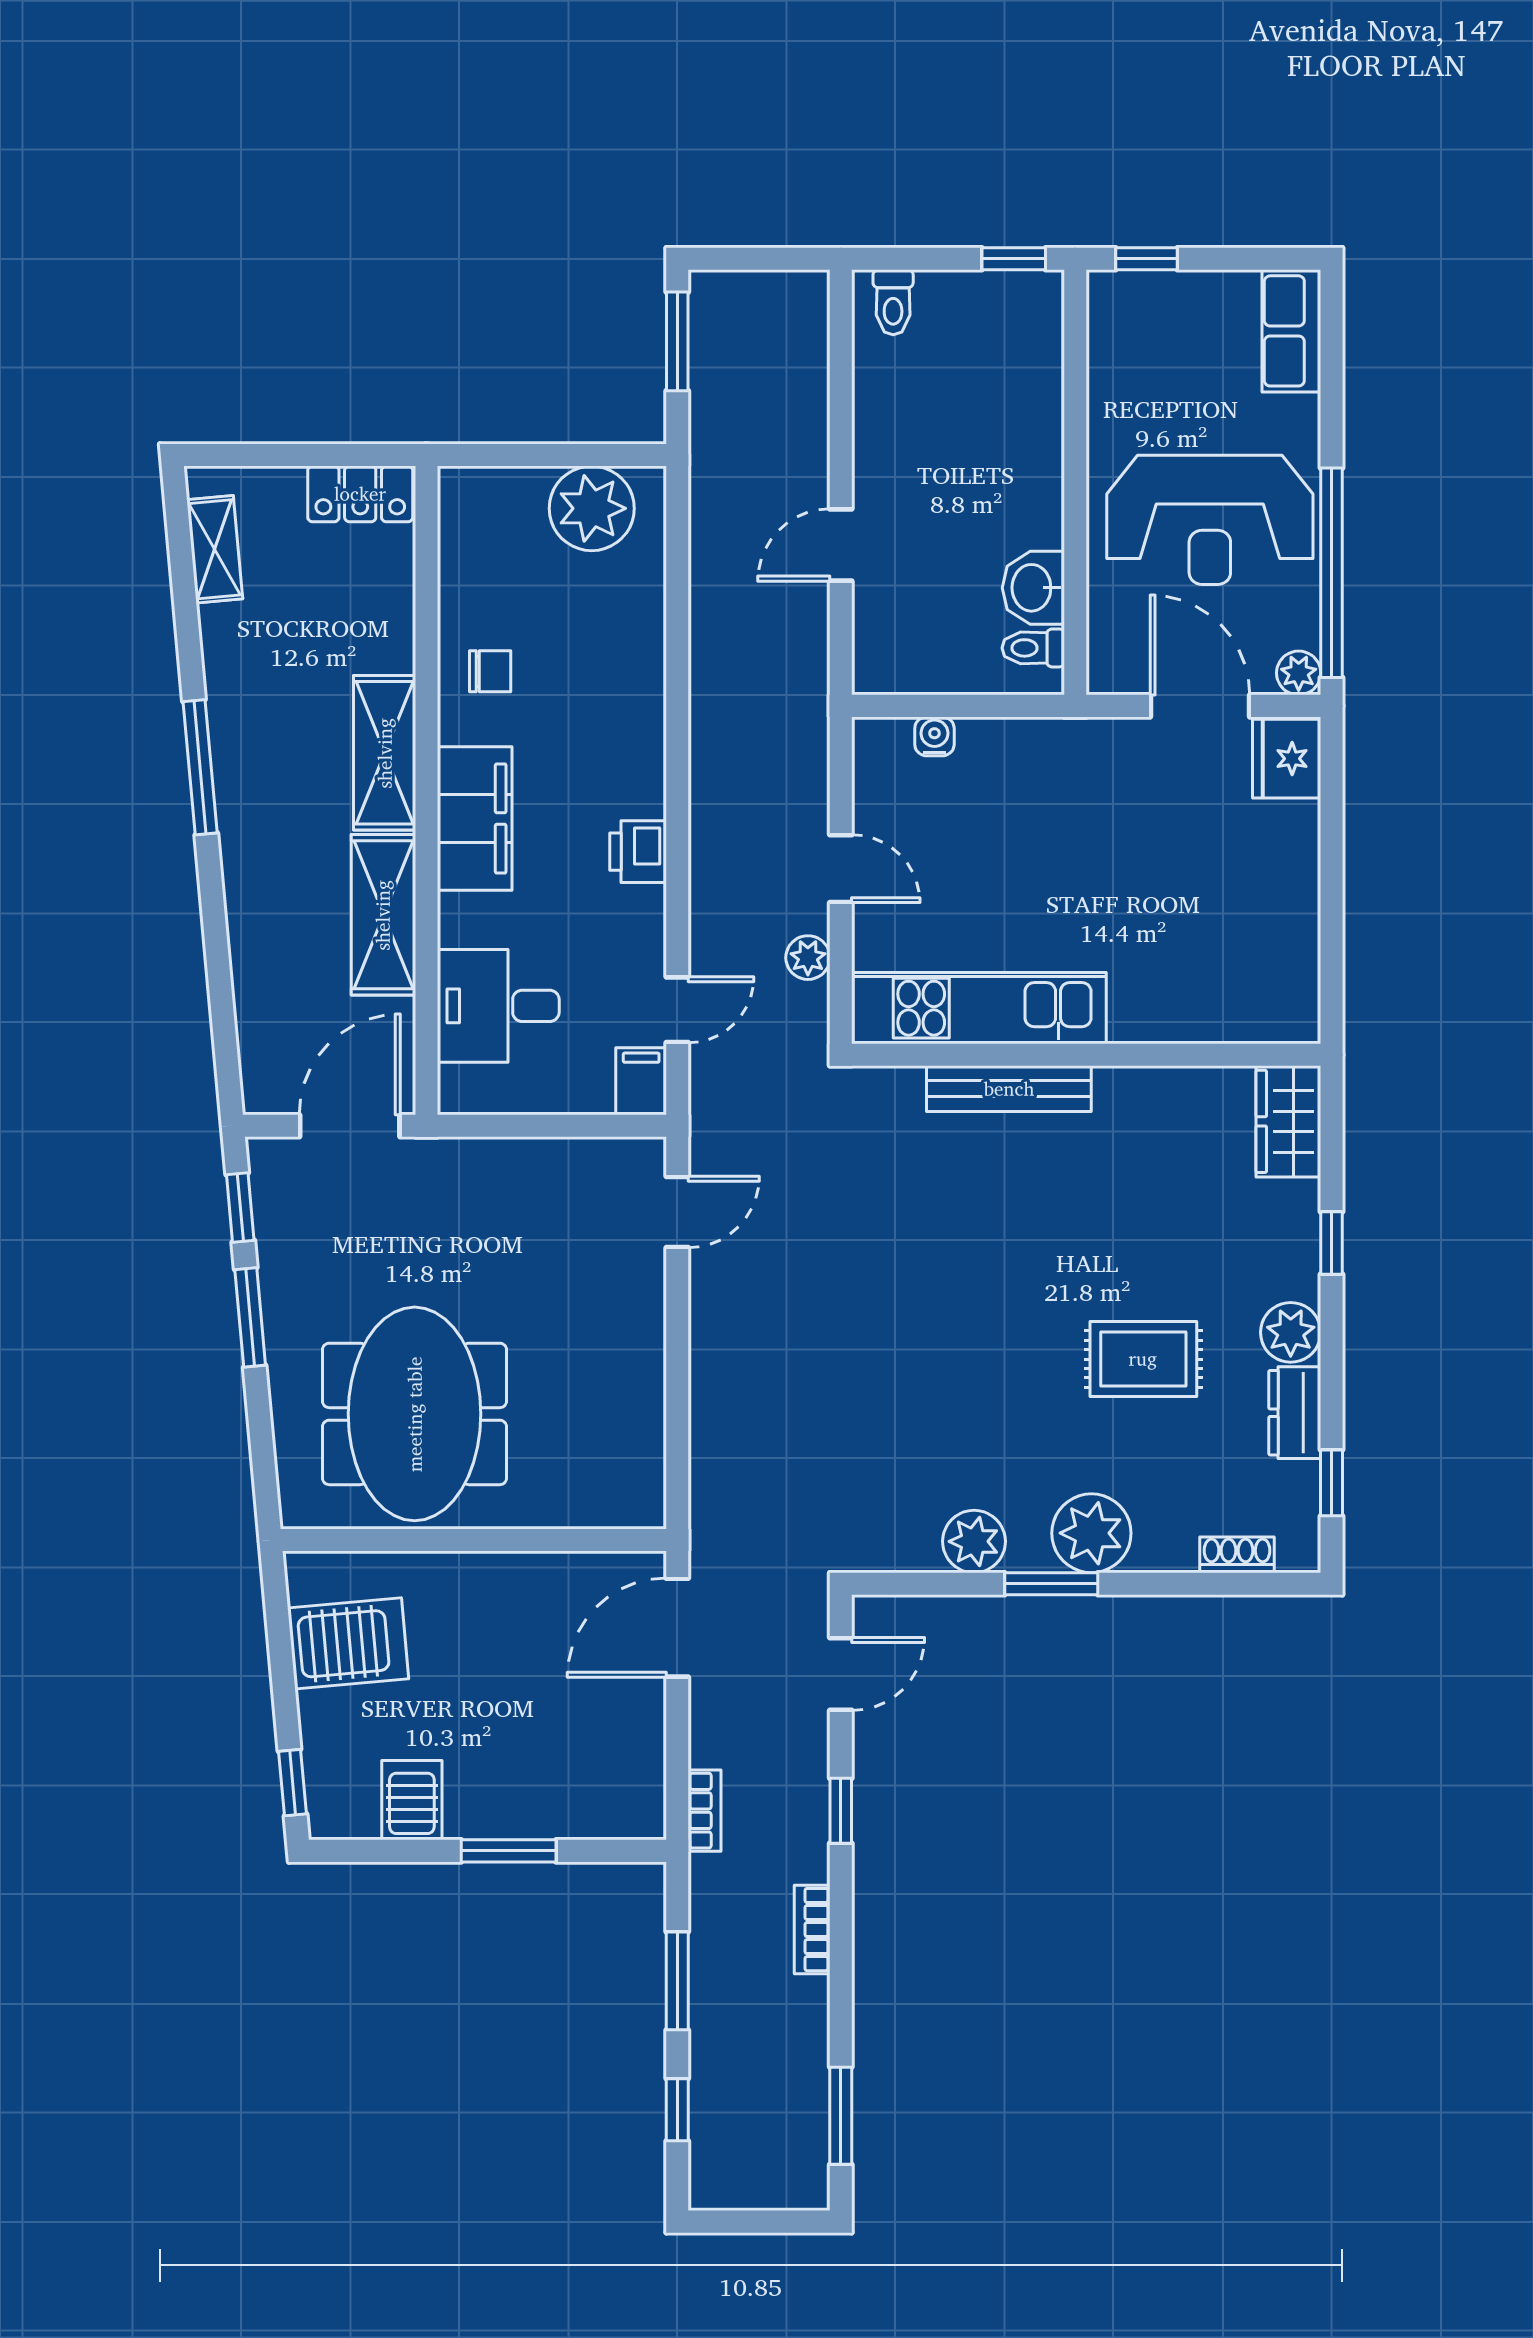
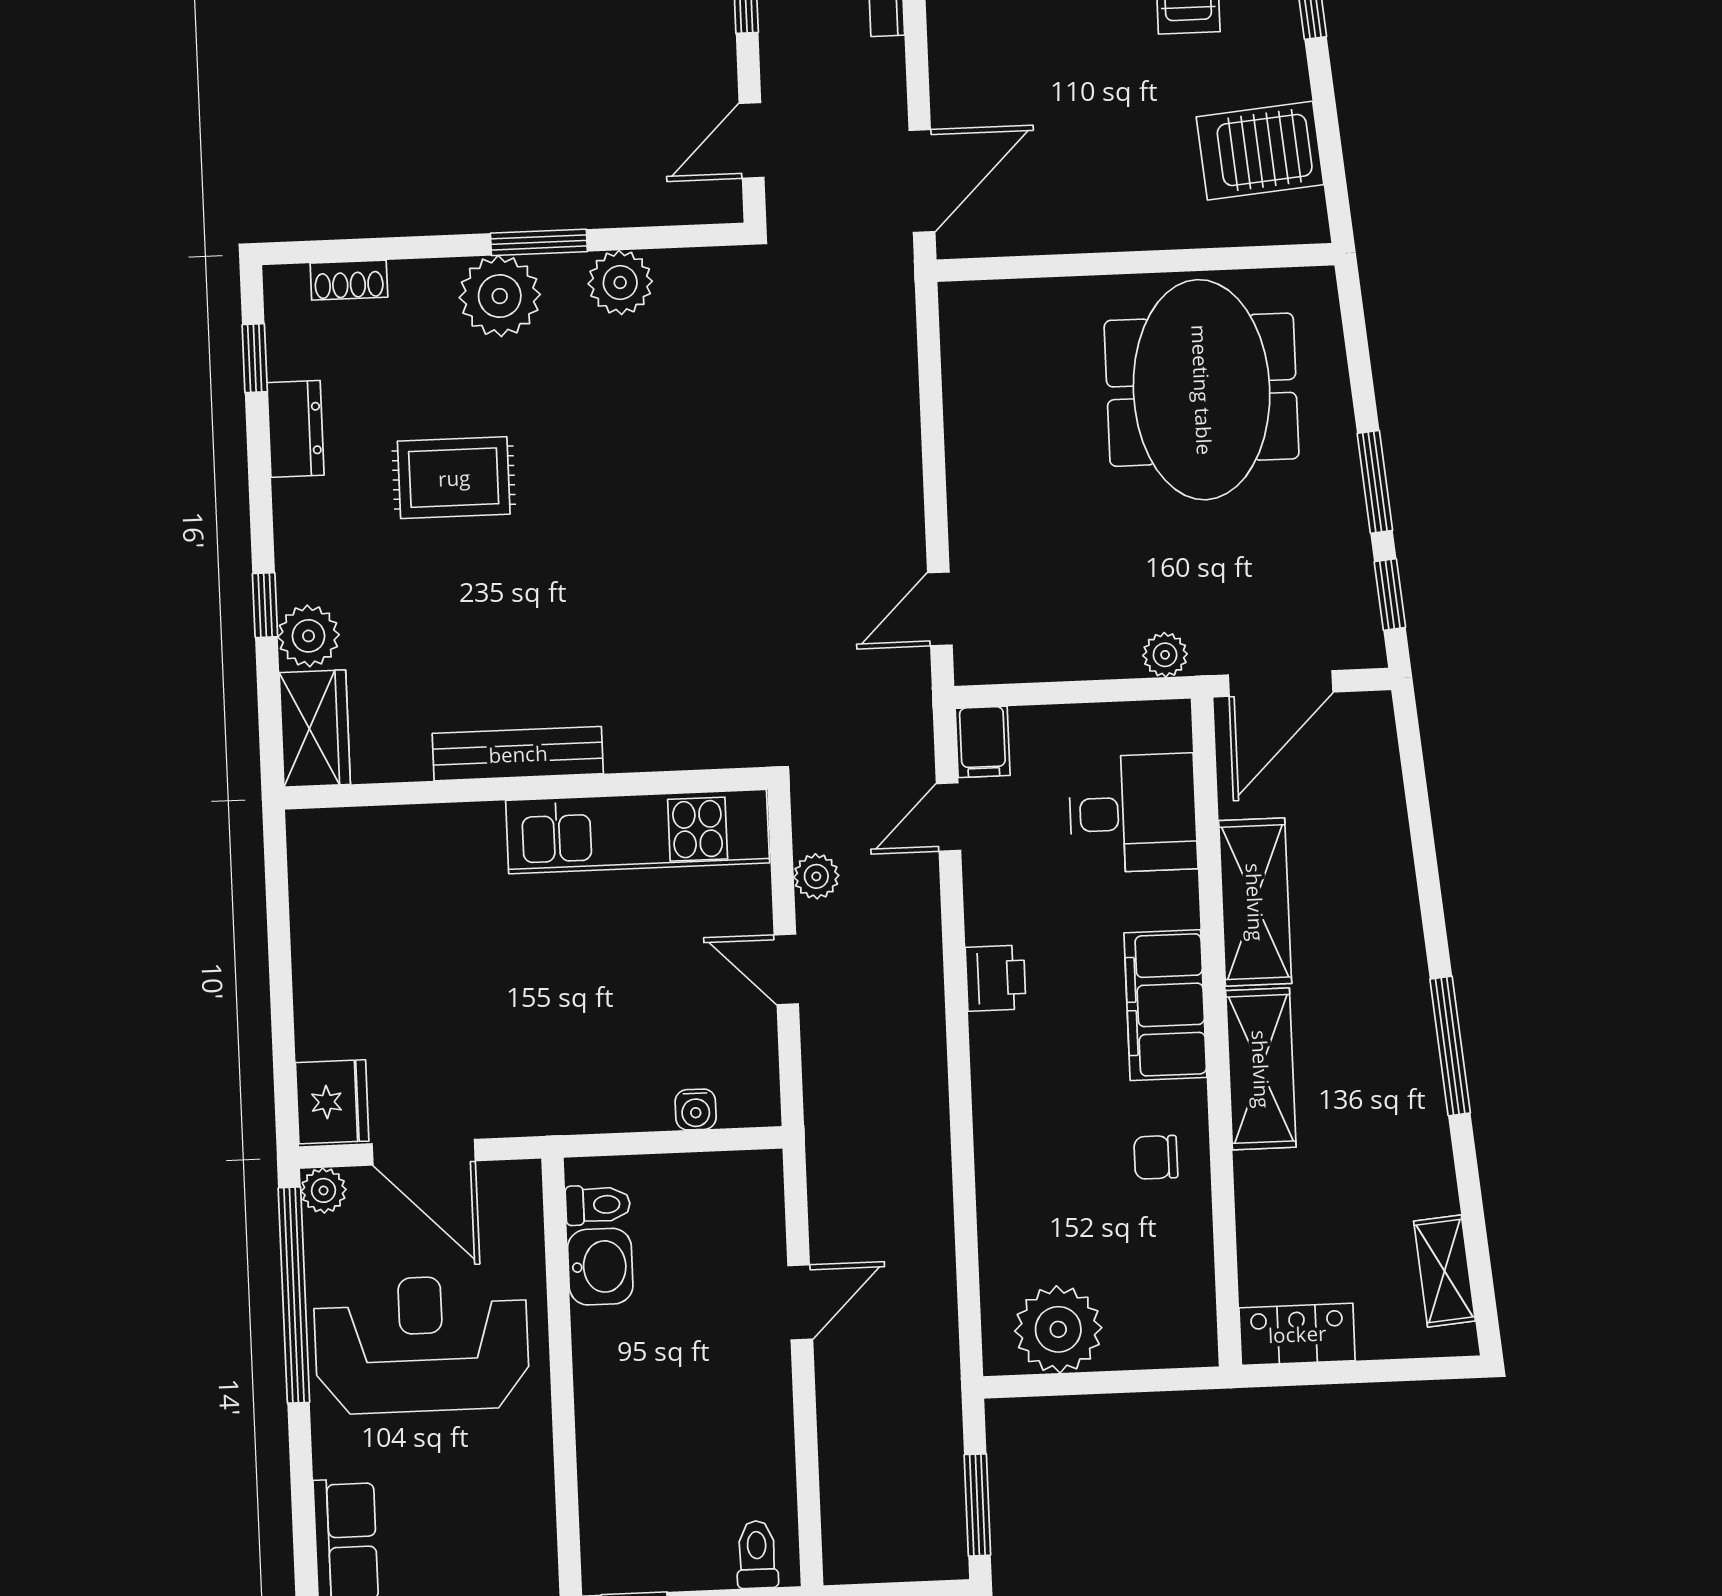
bench: (1009, 1089) -> (518, 754), moved
plant: (461, 1158) -> (1165, 655), added
plant: (1291, 1332) -> (308, 636), moved

